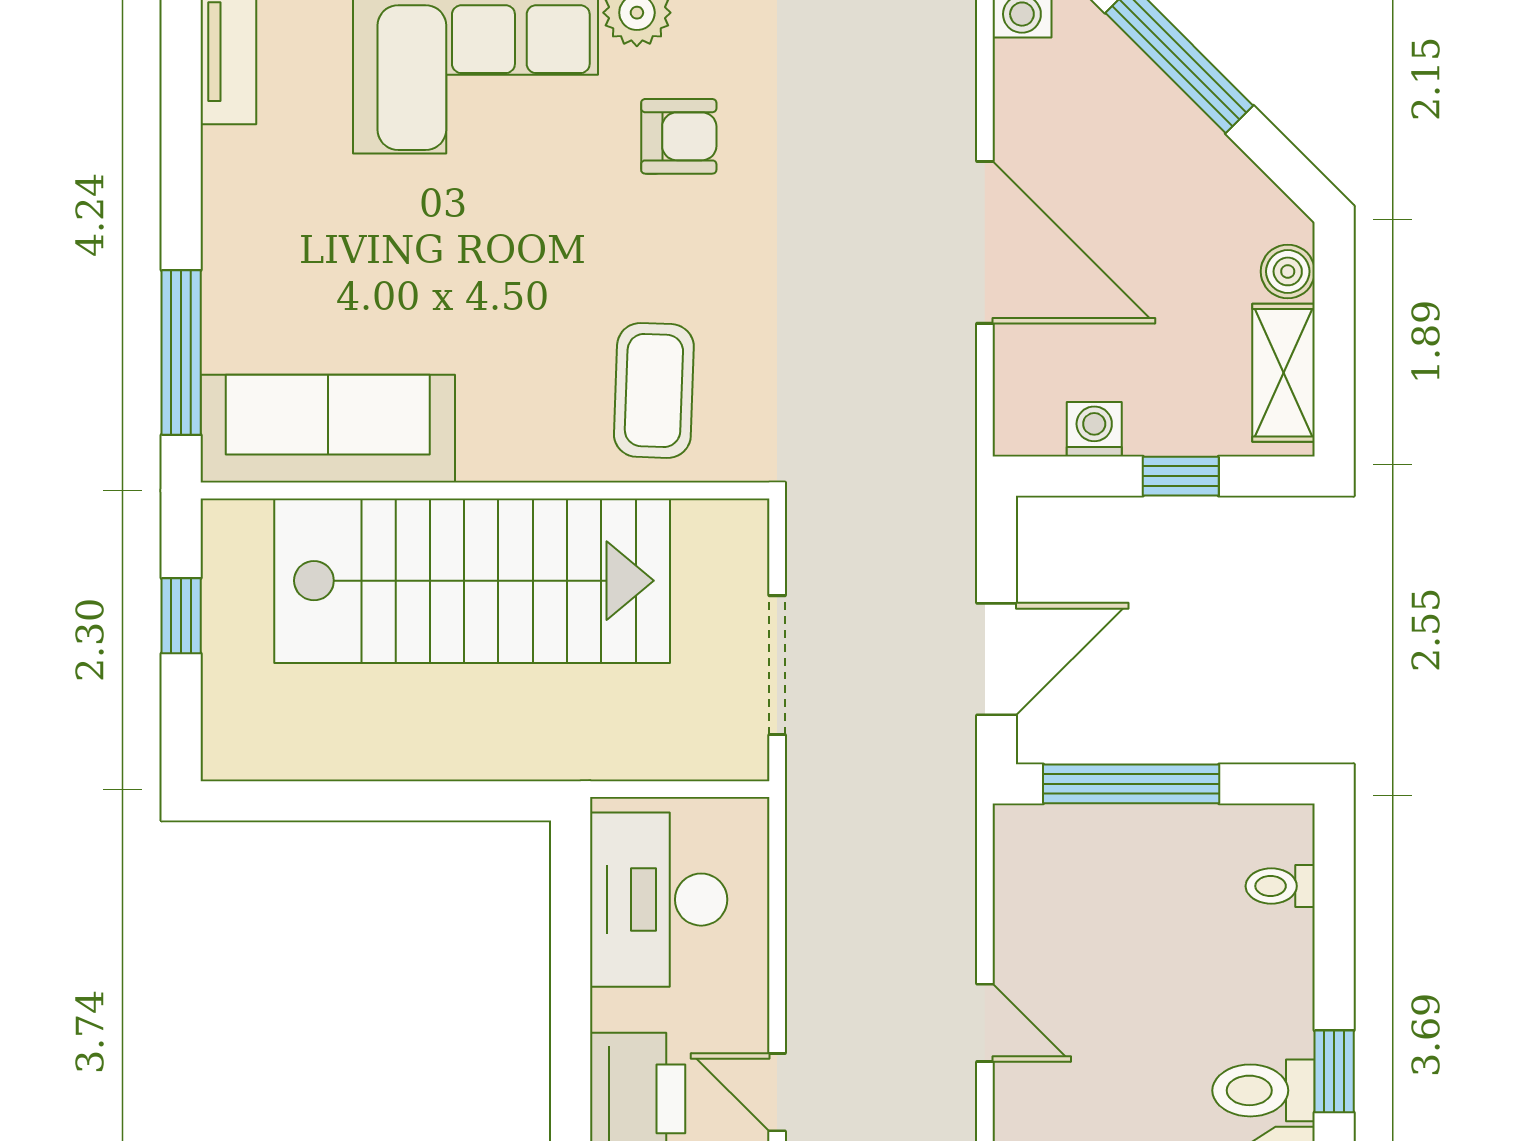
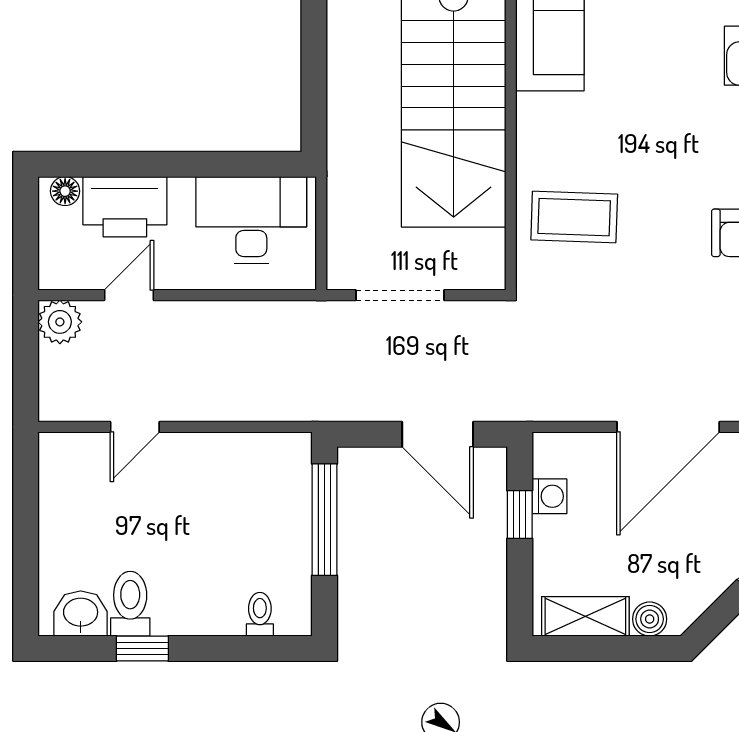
window: (1181, 476) -> (520, 514), moved
door: (997, 659) -> (438, 434), moved
door: (985, 1023) -> (135, 427), moved

